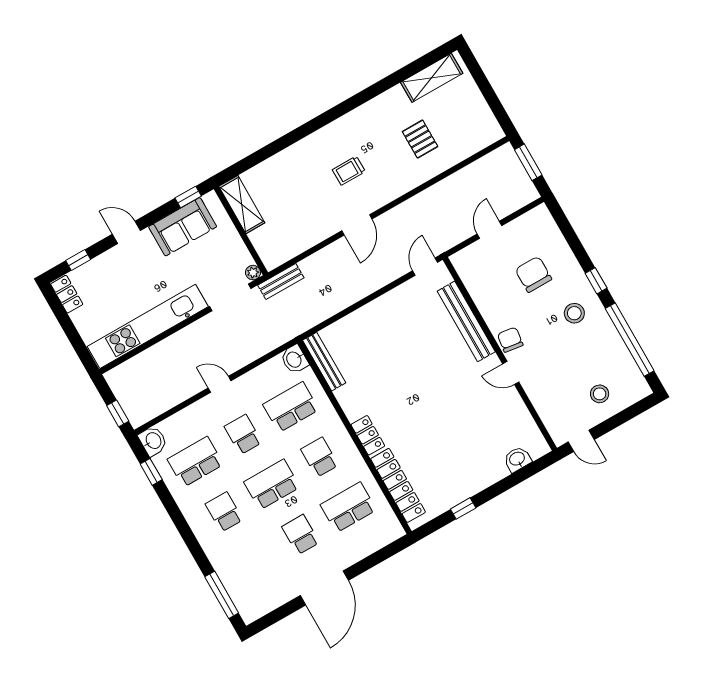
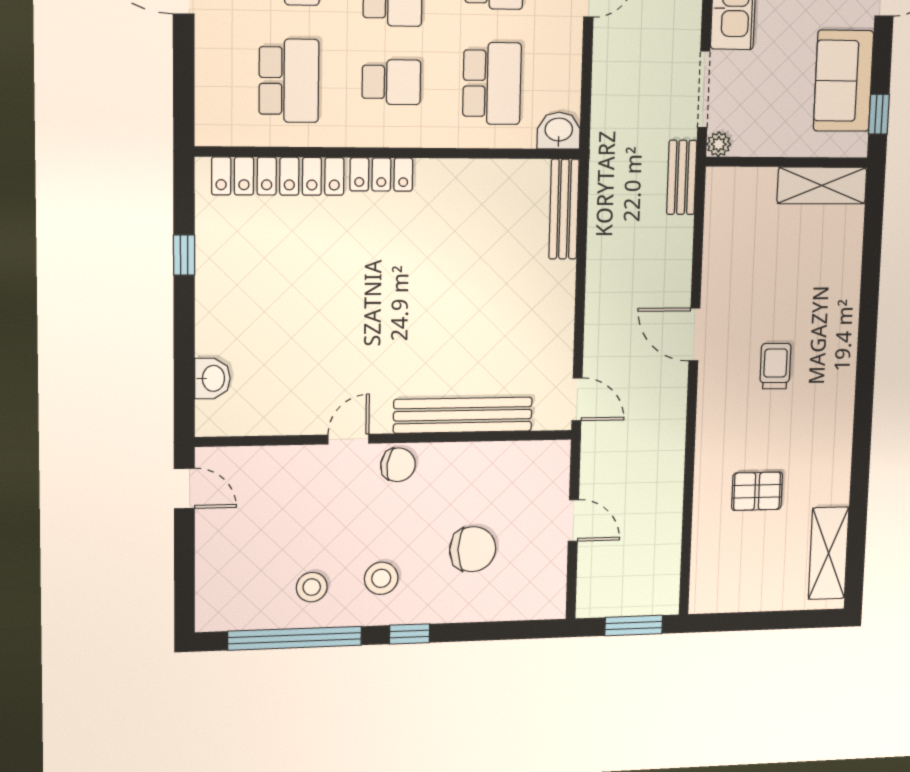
bench: (324, 362) -> (564, 209), moved, turned 90
stool: (600, 394) -> (312, 587), moved
door: (581, 441) -> (184, 489), swing flipped

